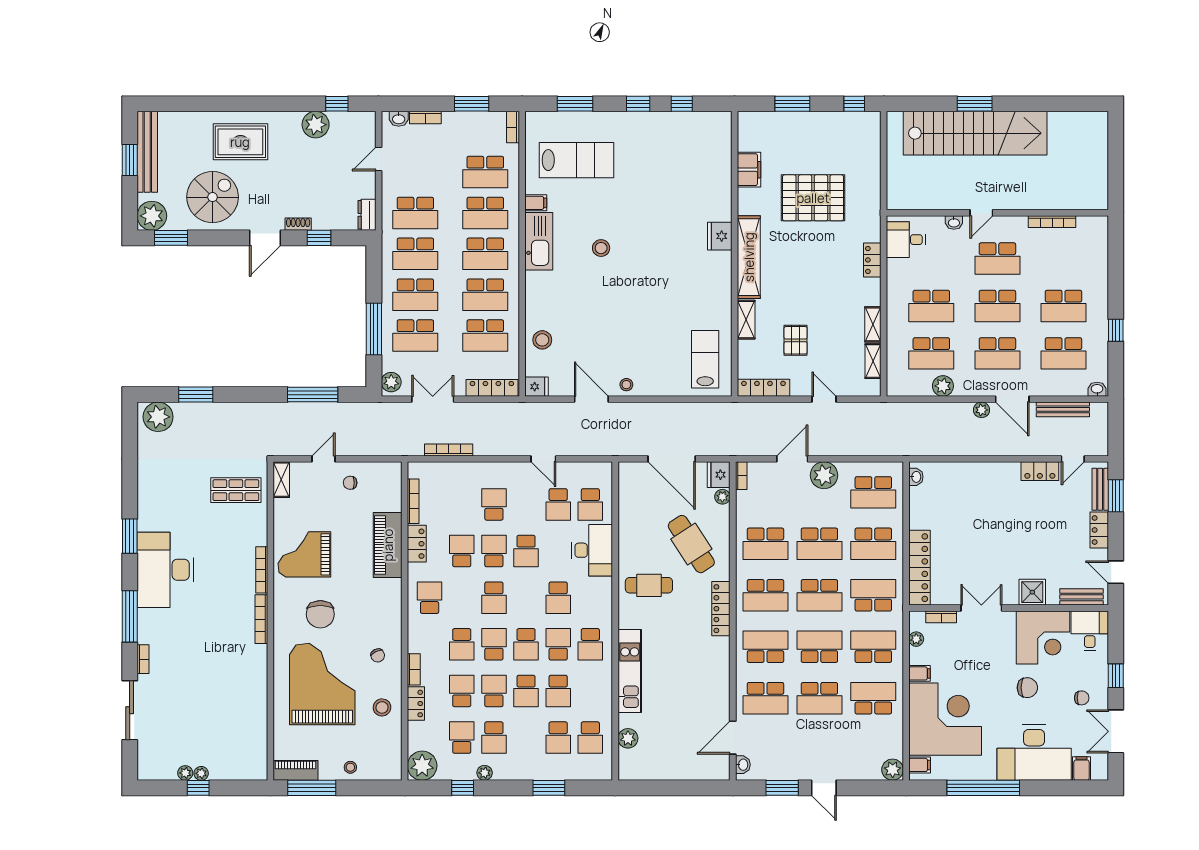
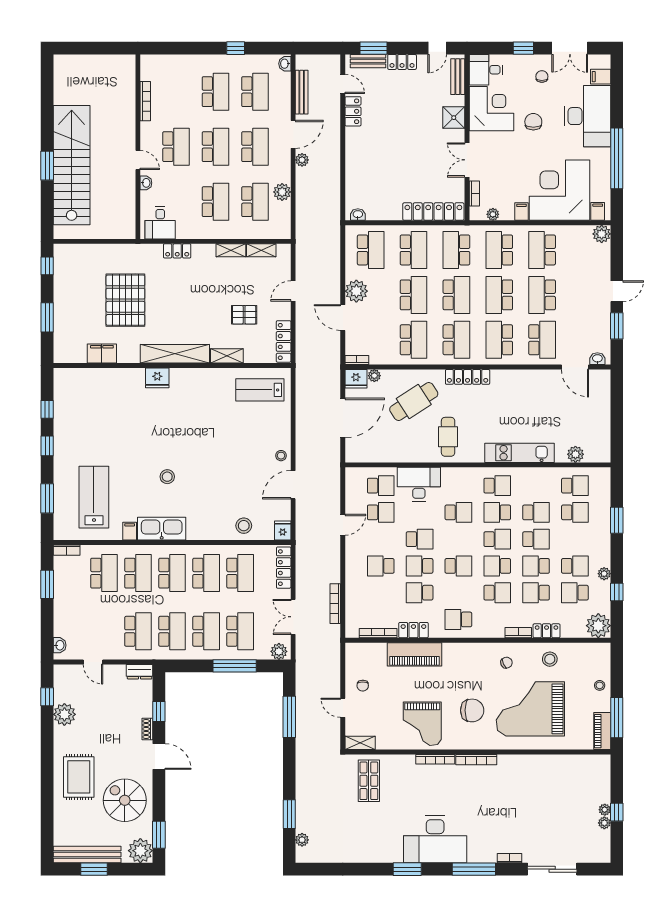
bookcase: (425, 118) -> (59, 623), removed
plant: (158, 417) -> (302, 840), width x0.53, depth x0.53
school desk: (819, 698) -> (542, 295), turned 180

